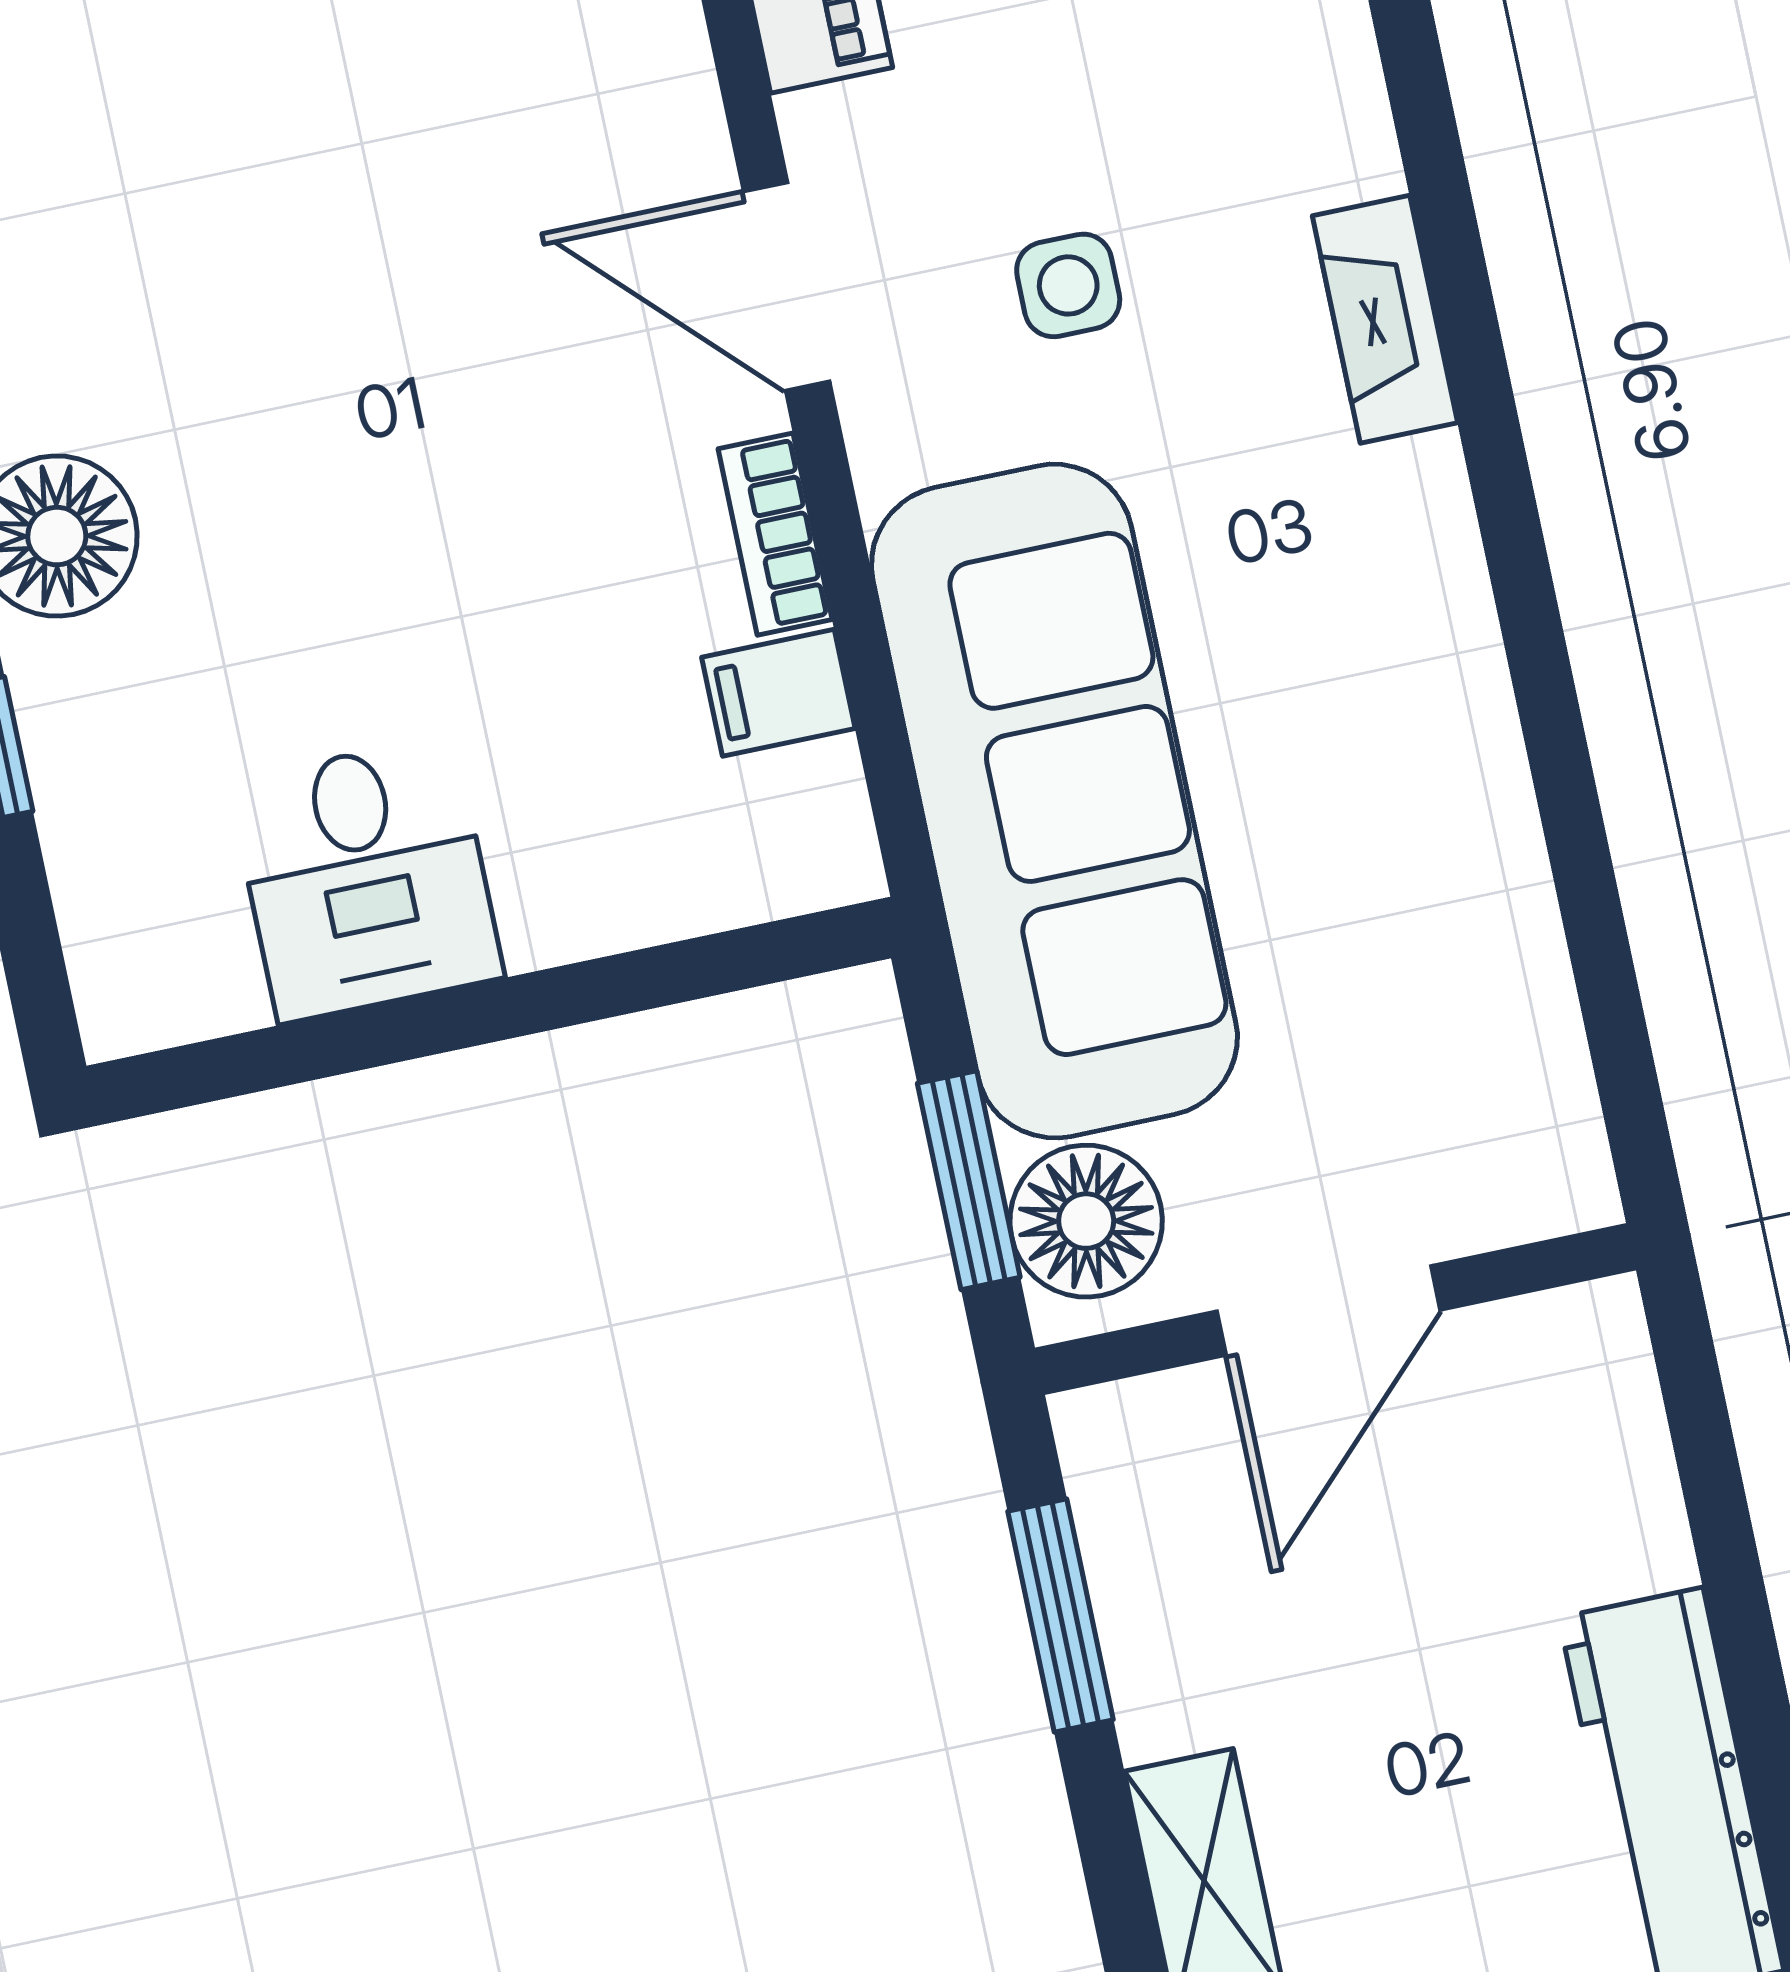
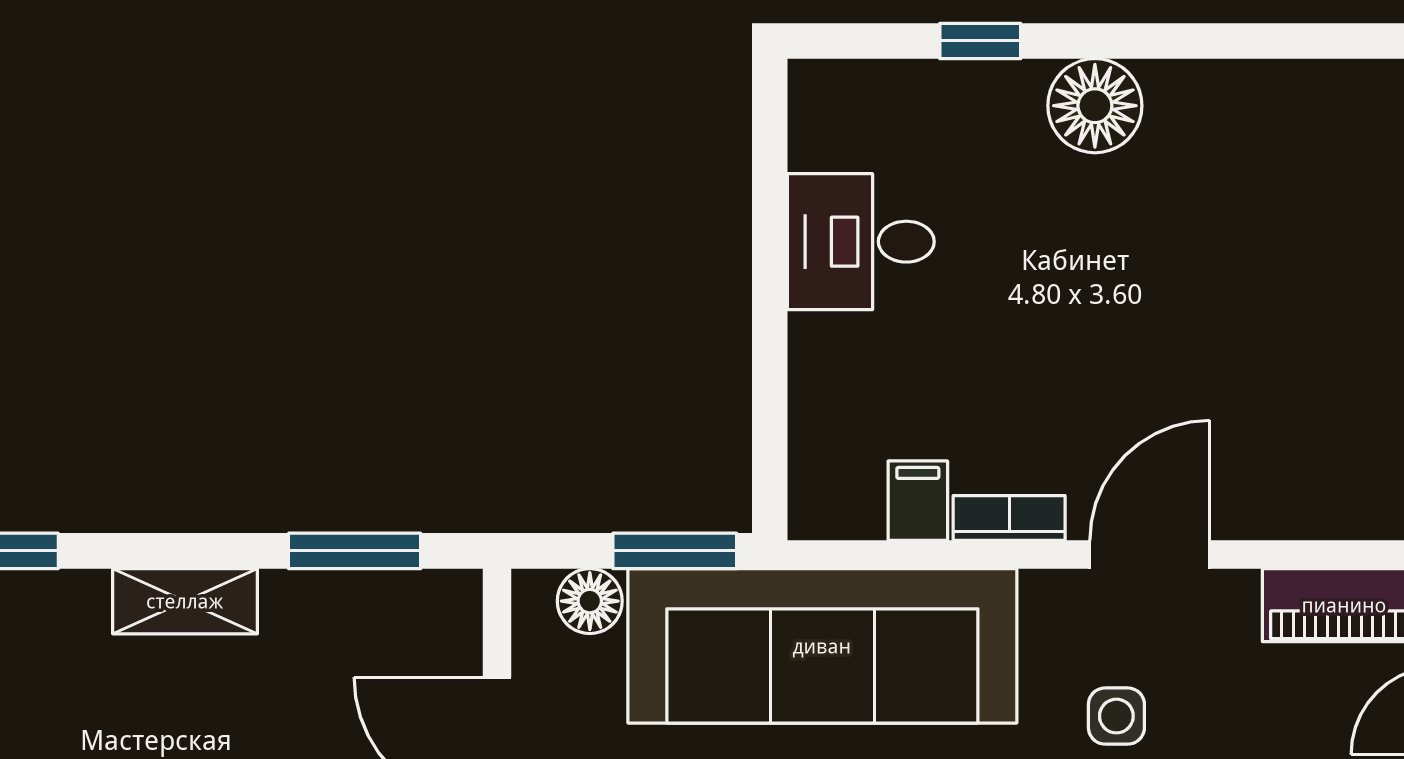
window: (969, 1180) -> (675, 551), moved
floor lamp: (1086, 1221) -> (590, 601), width x0.73, depth x0.73

